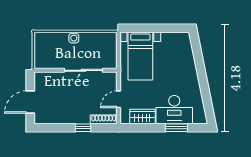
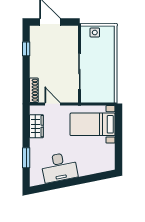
side table: (74, 38) -> (95, 33), moved
desk: (174, 110) -> (59, 167), moved, turned -101
window: (83, 128) -> (26, 49), moved

